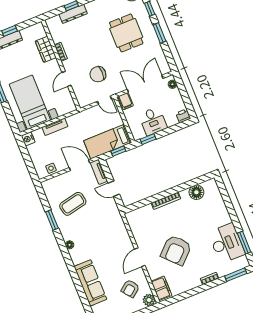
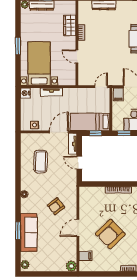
chair: (98, 74) -> (104, 63), removed
door: (66, 79) -> (77, 57), hinge flipped
door: (105, 100) -> (101, 87), swing flipped
door: (79, 165) -> (59, 132), hinge flipped
coffee table: (73, 204) -> (41, 162), turned -76
window: (52, 220) -> (18, 231), moved
armchair: (130, 288) -> (56, 206), moved
filing cabinet: (161, 288) -> (85, 256), width x0.50

